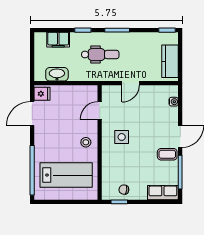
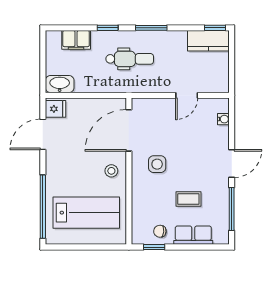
kitchen counter: (170, 61) -> (208, 41), moved, turned -90
washbasin: (57, 74) -> (60, 84), moved
door: (131, 83) -> (187, 95), moved
door: (100, 110) -> (129, 130), width x1.87
coffee table: (167, 154) -> (188, 199), moved
row of seats: (163, 193) -> (193, 235), moved

